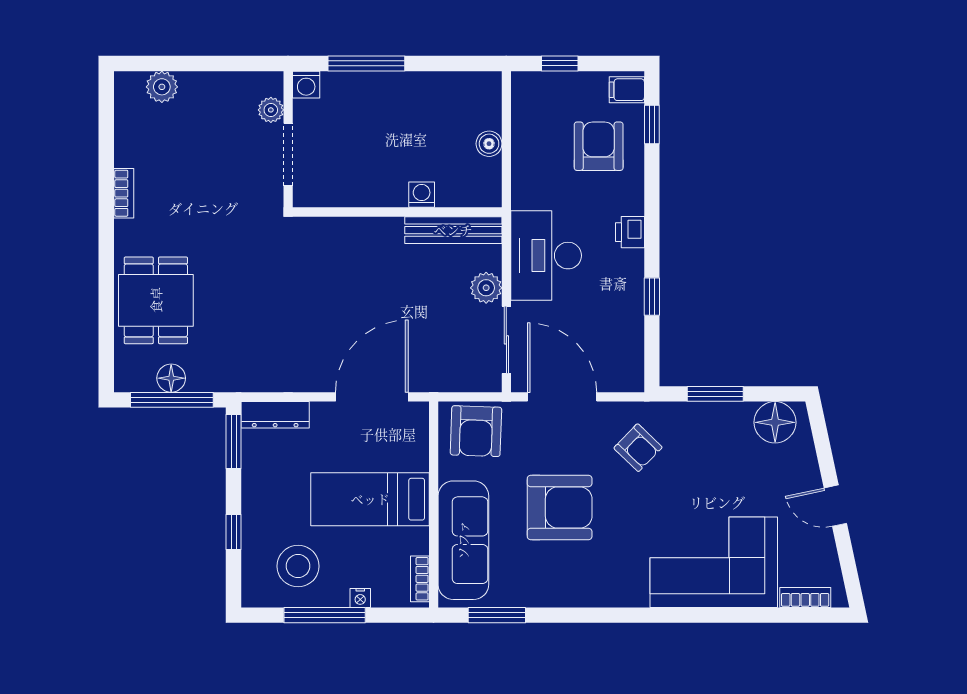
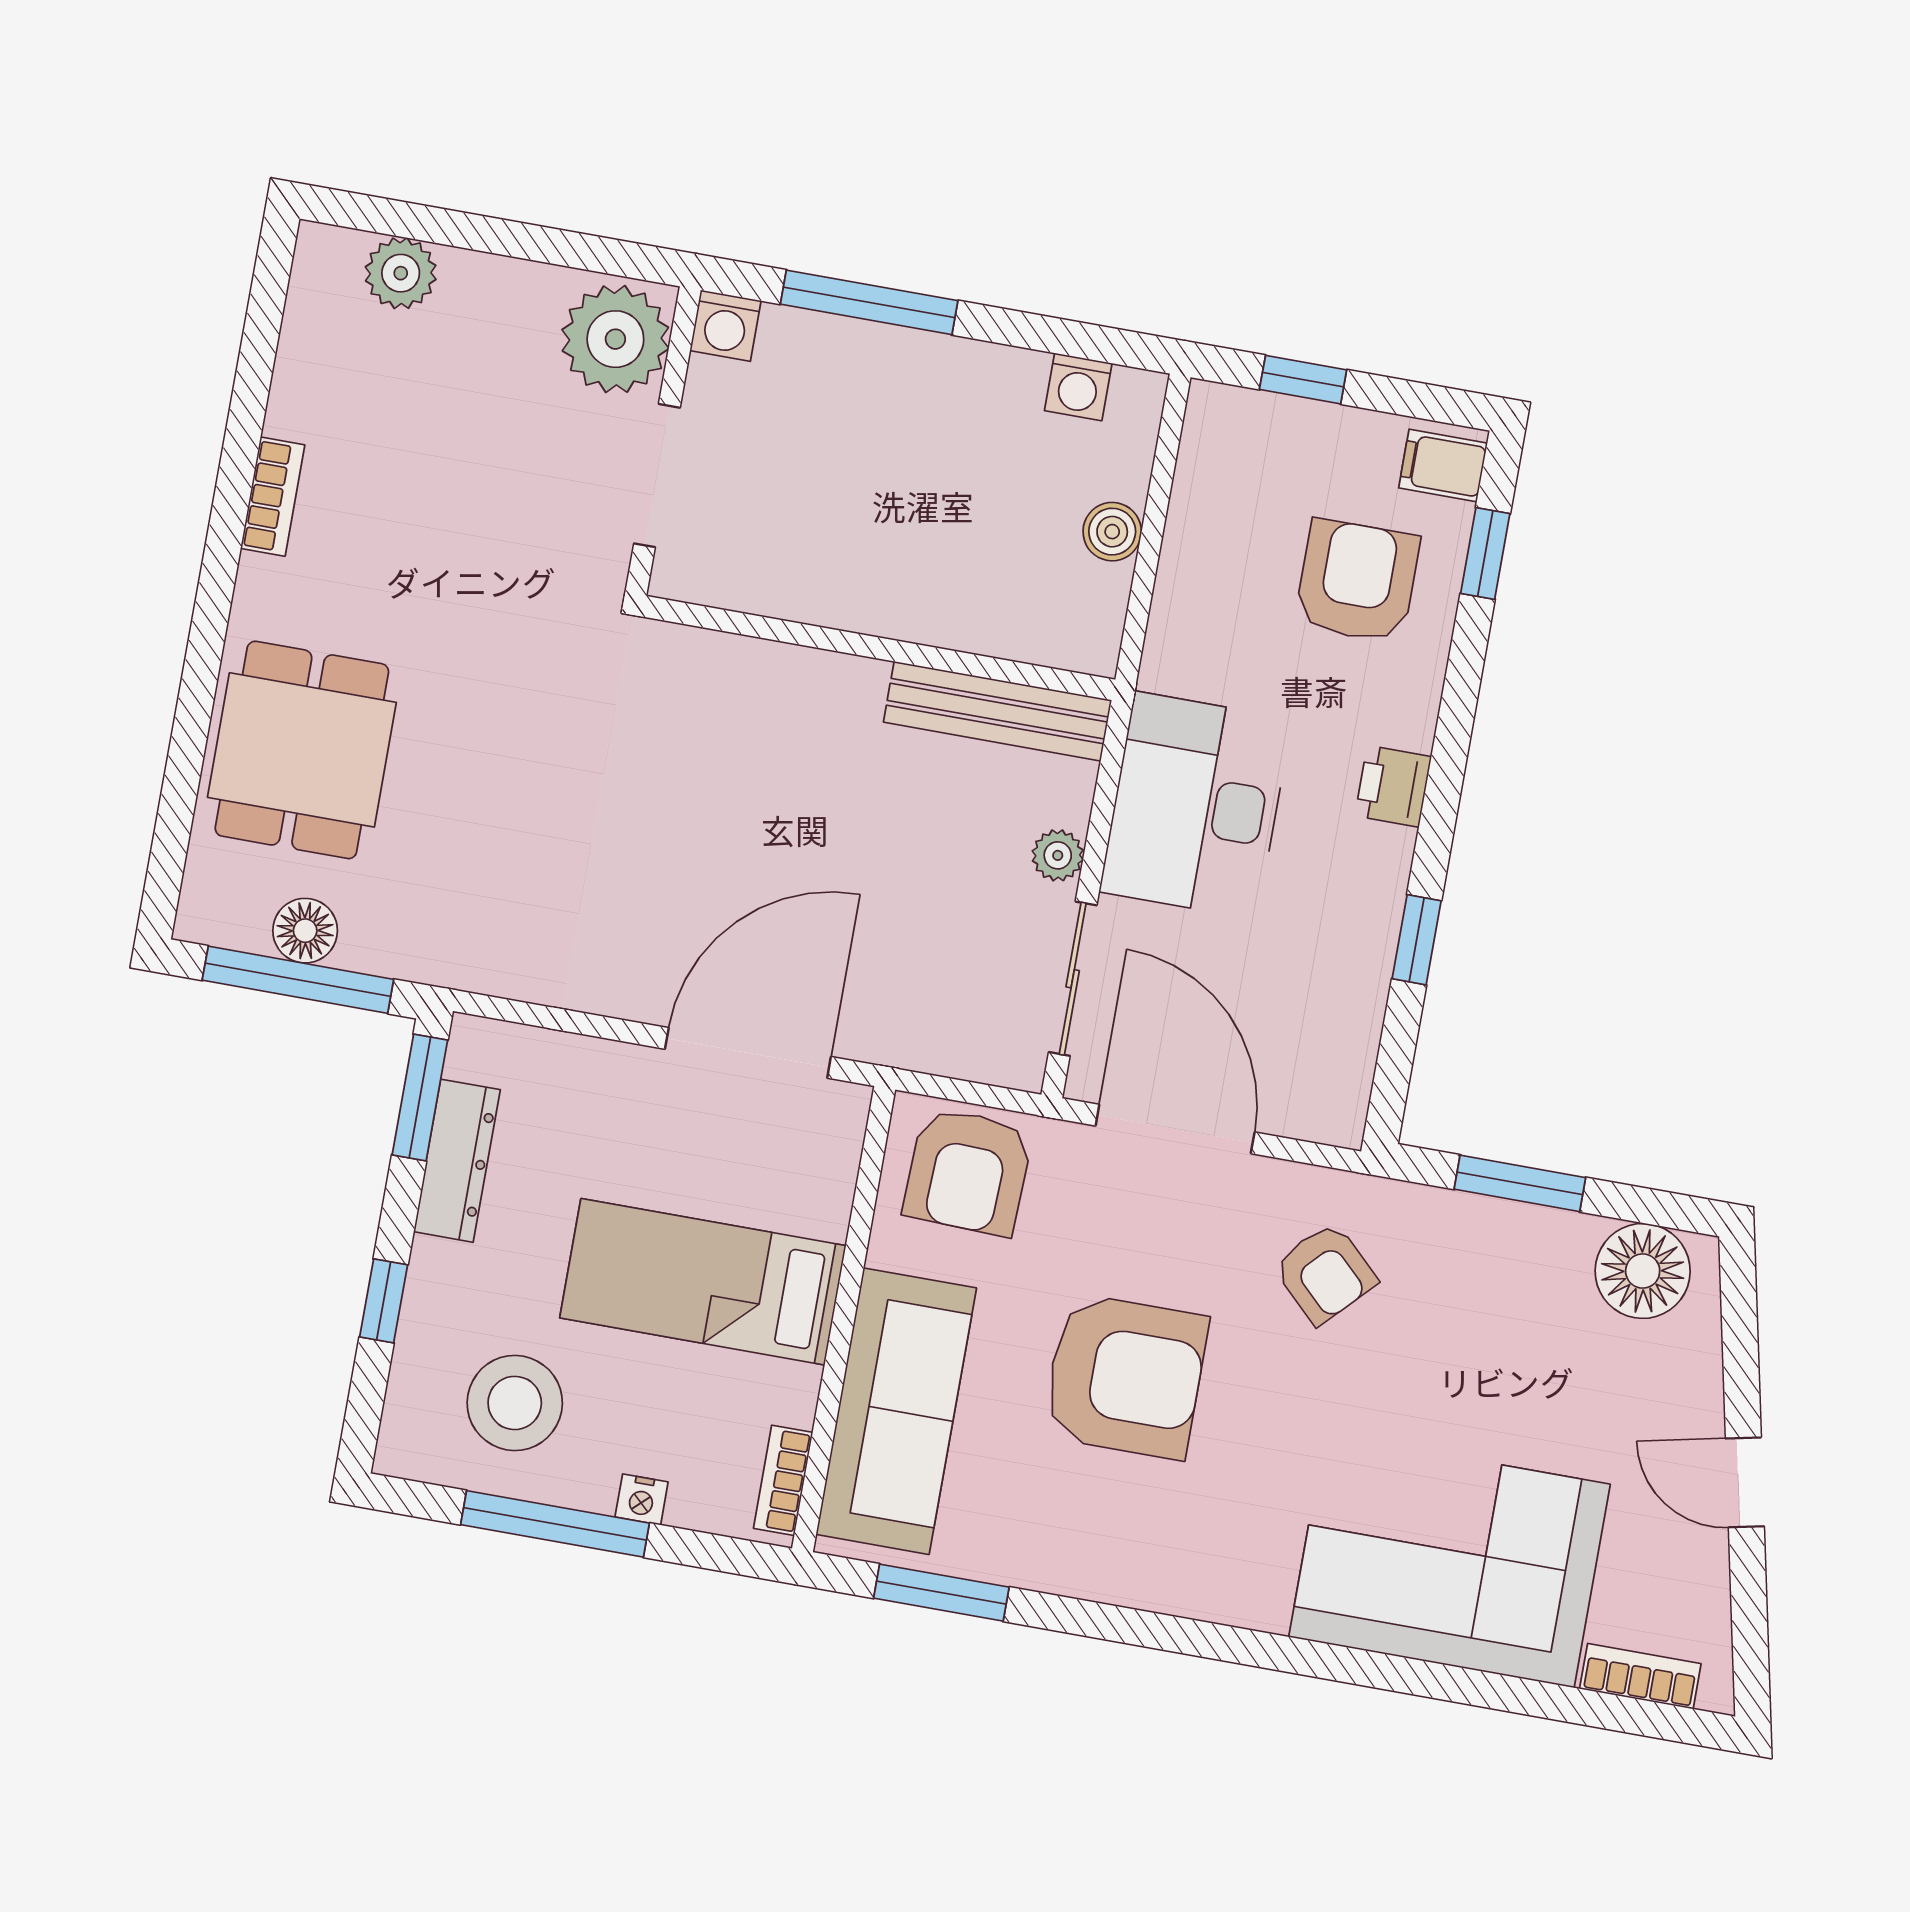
plant: (271, 110) -> (615, 339), width x1.87, depth x1.87
washing machine: (422, 195) -> (1078, 387), moved, turned 180
plant: (486, 288) -> (1058, 855), width x0.73, depth x0.73
dresser: (275, 415) -> (457, 1161), moved, turned -90

